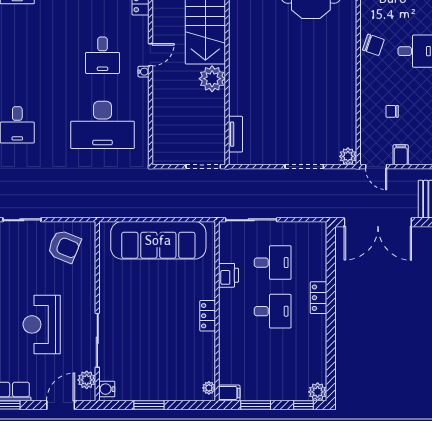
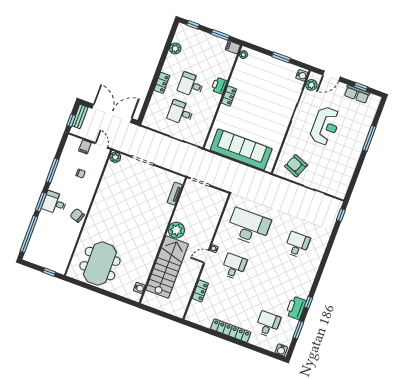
printer: (229, 275) -> (219, 86), moved
plant: (318, 392) -> (175, 48), moved

